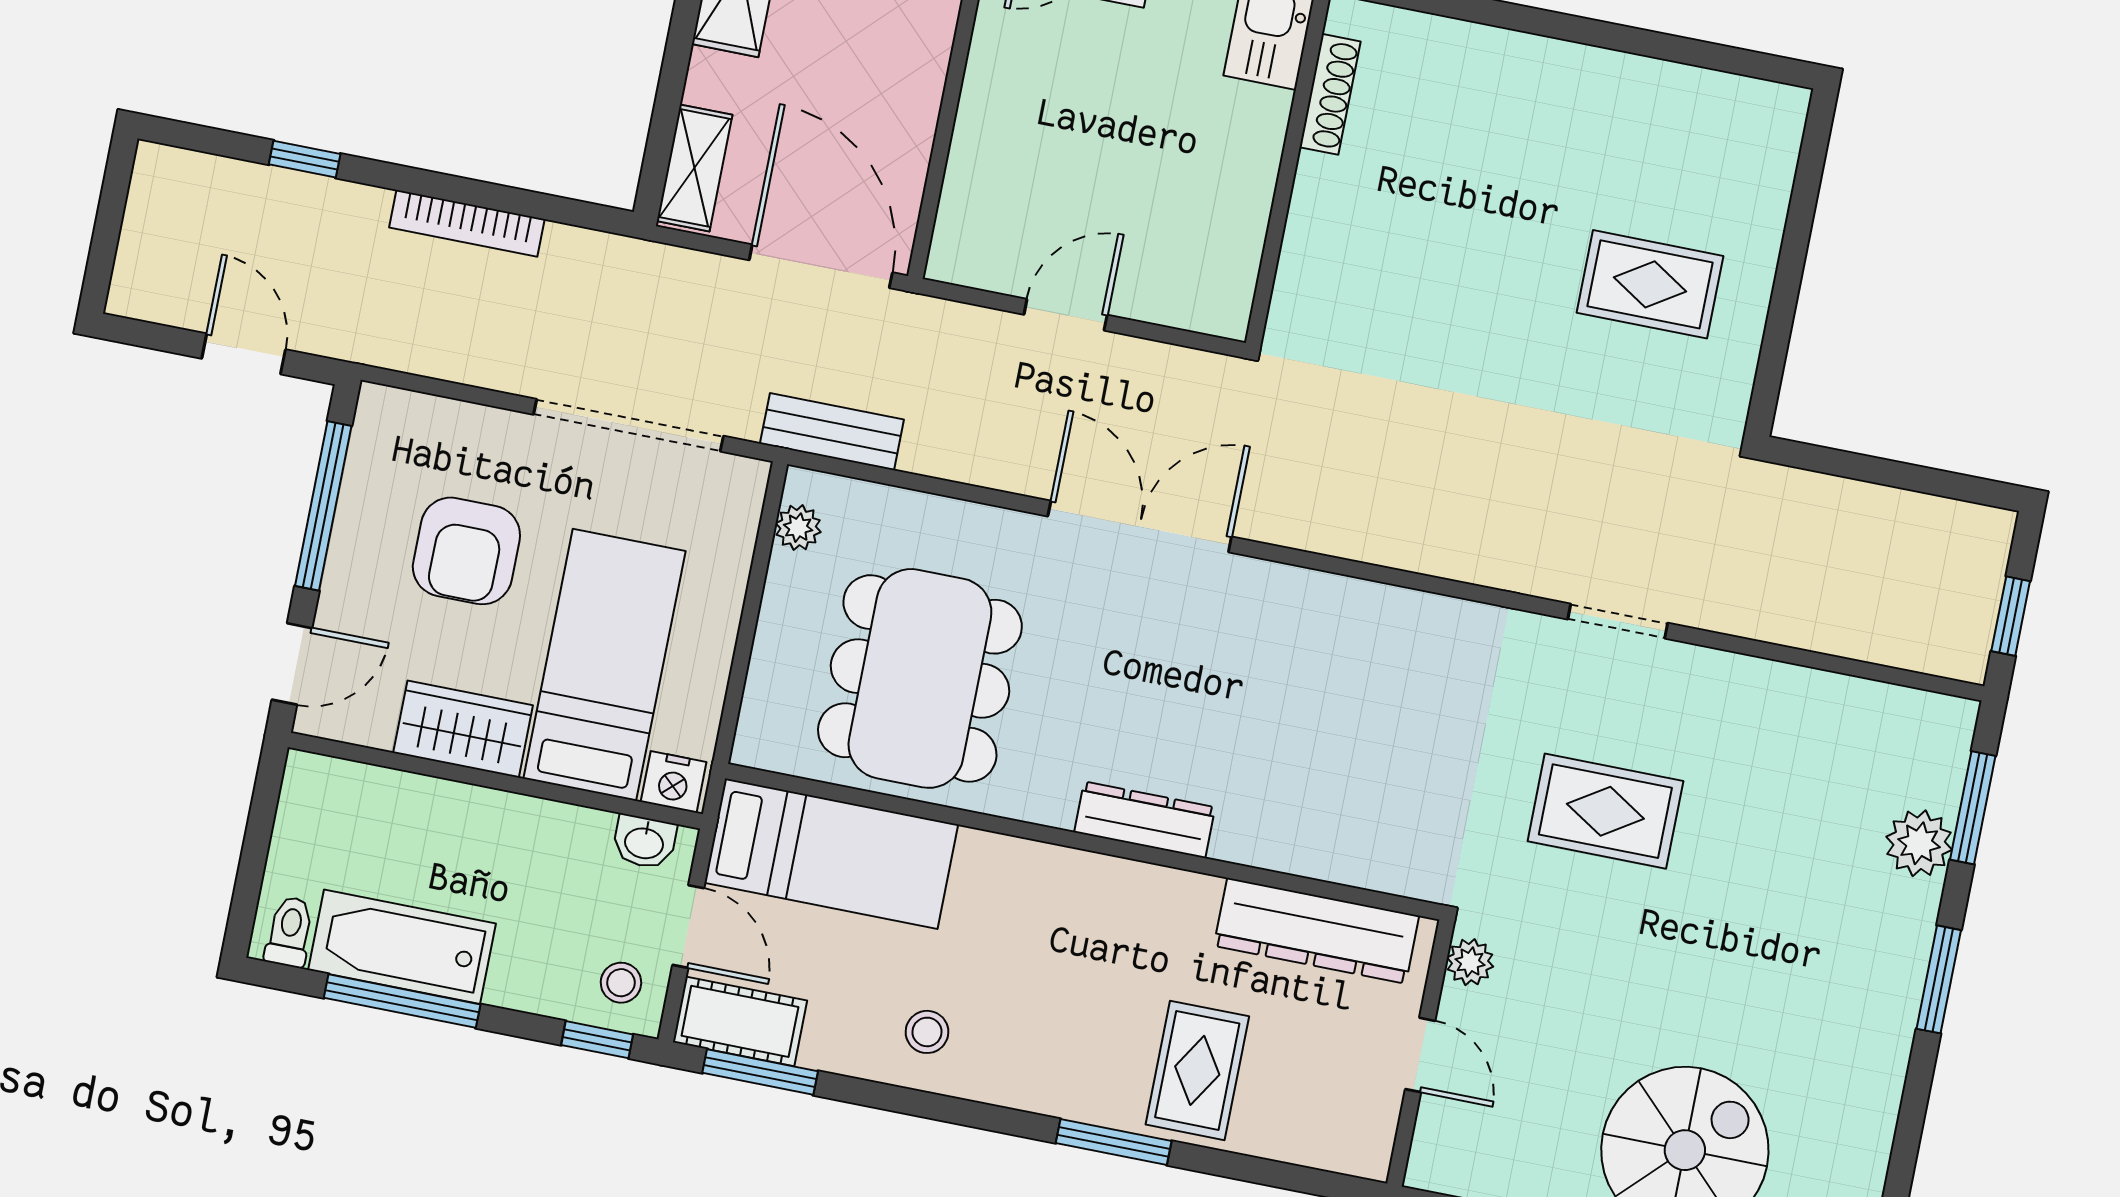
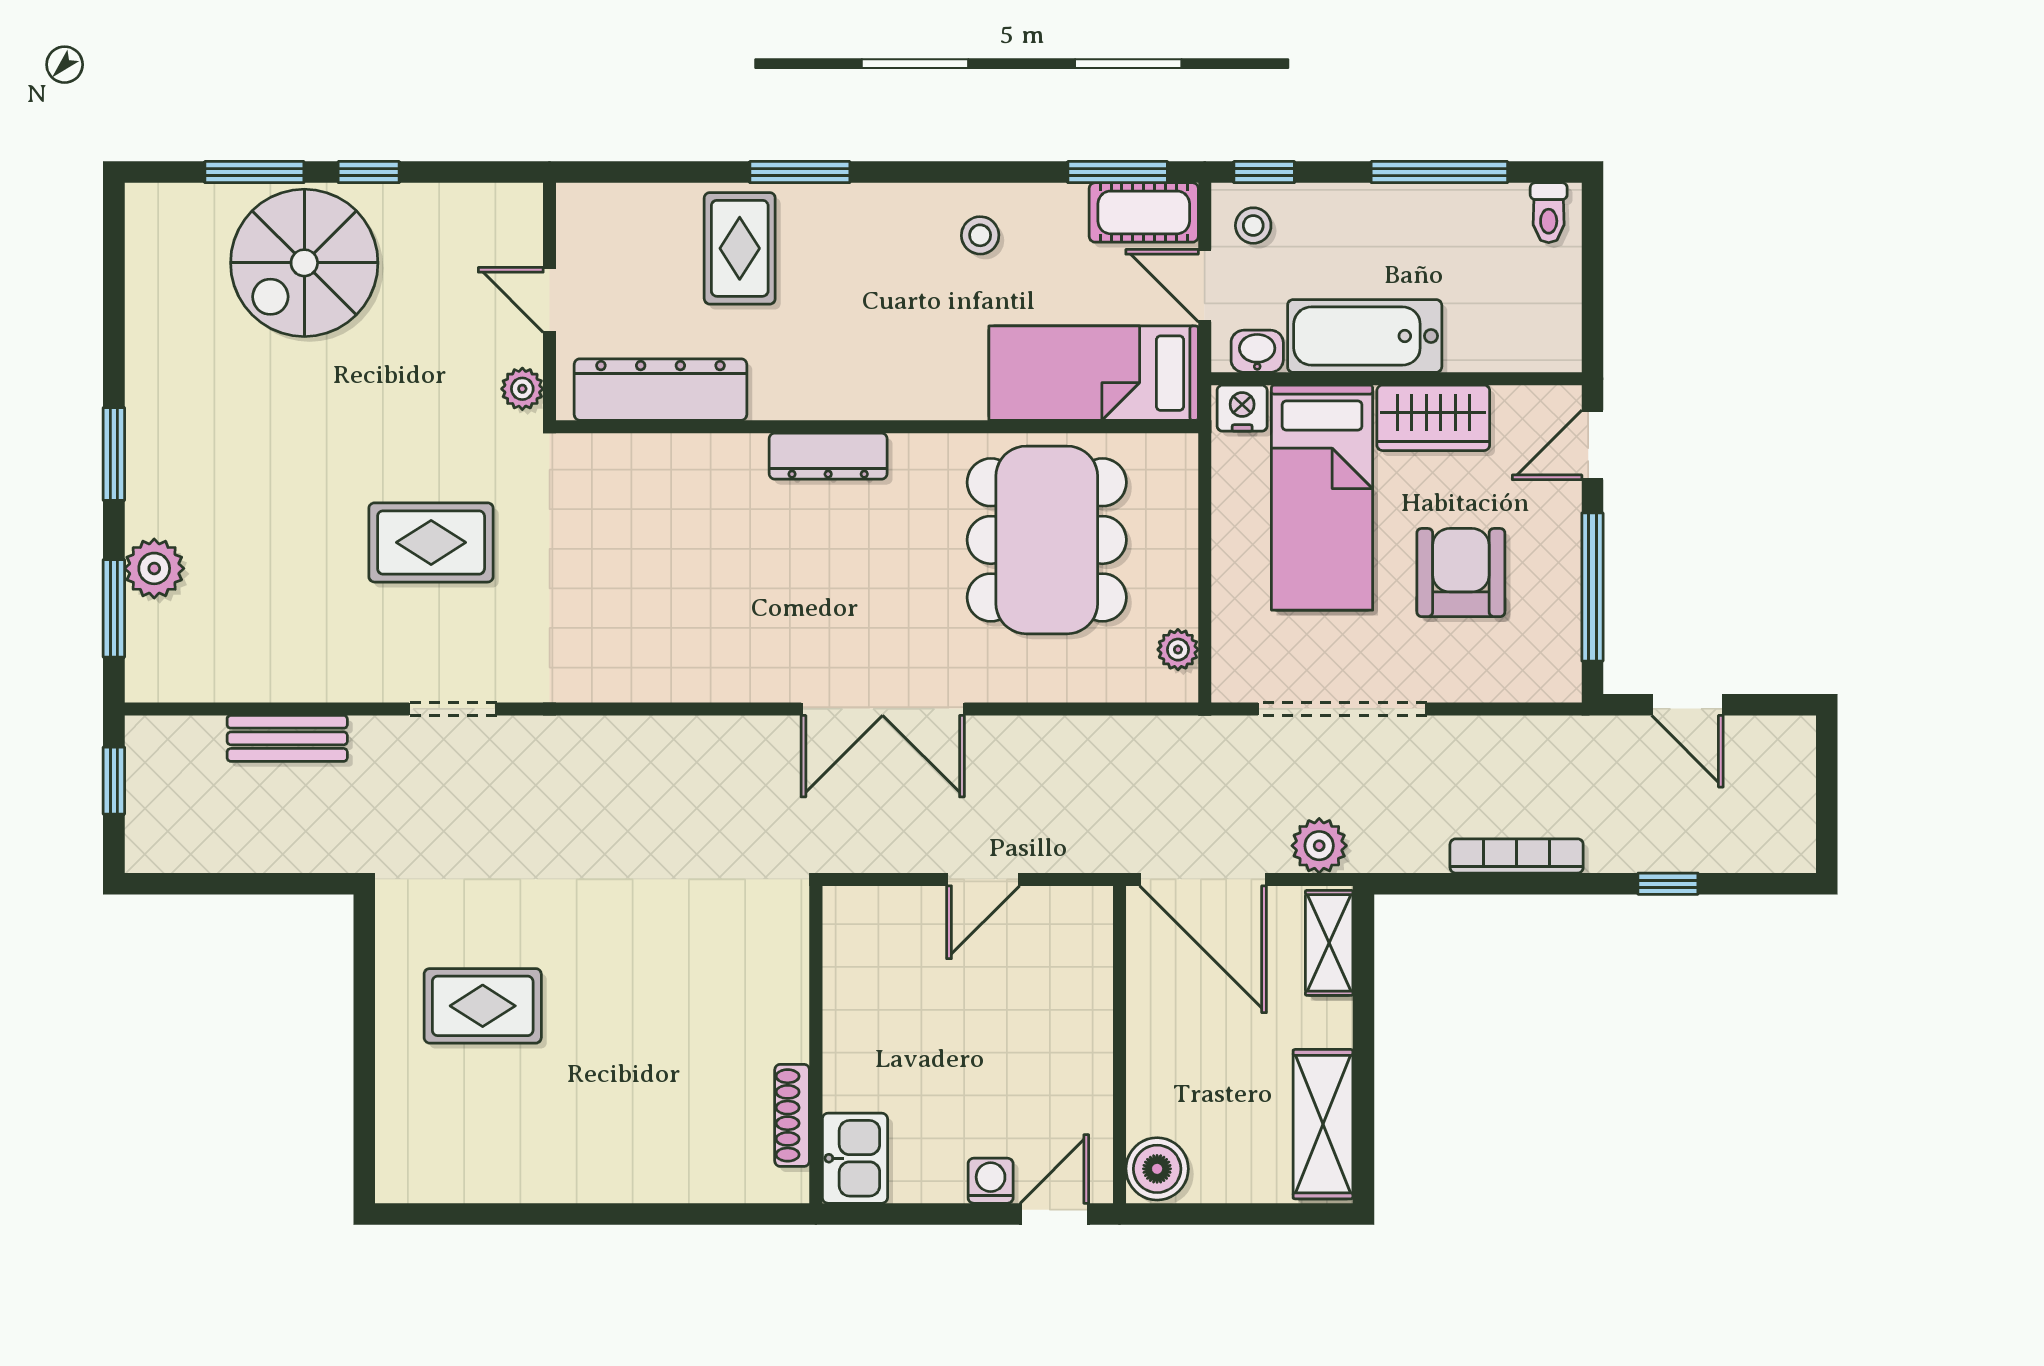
plant: (684, 278) -> (1319, 846), added
bench: (832, 432) -> (287, 738), moved
bathtub: (402, 947) -> (1365, 336), moved, turned 180

